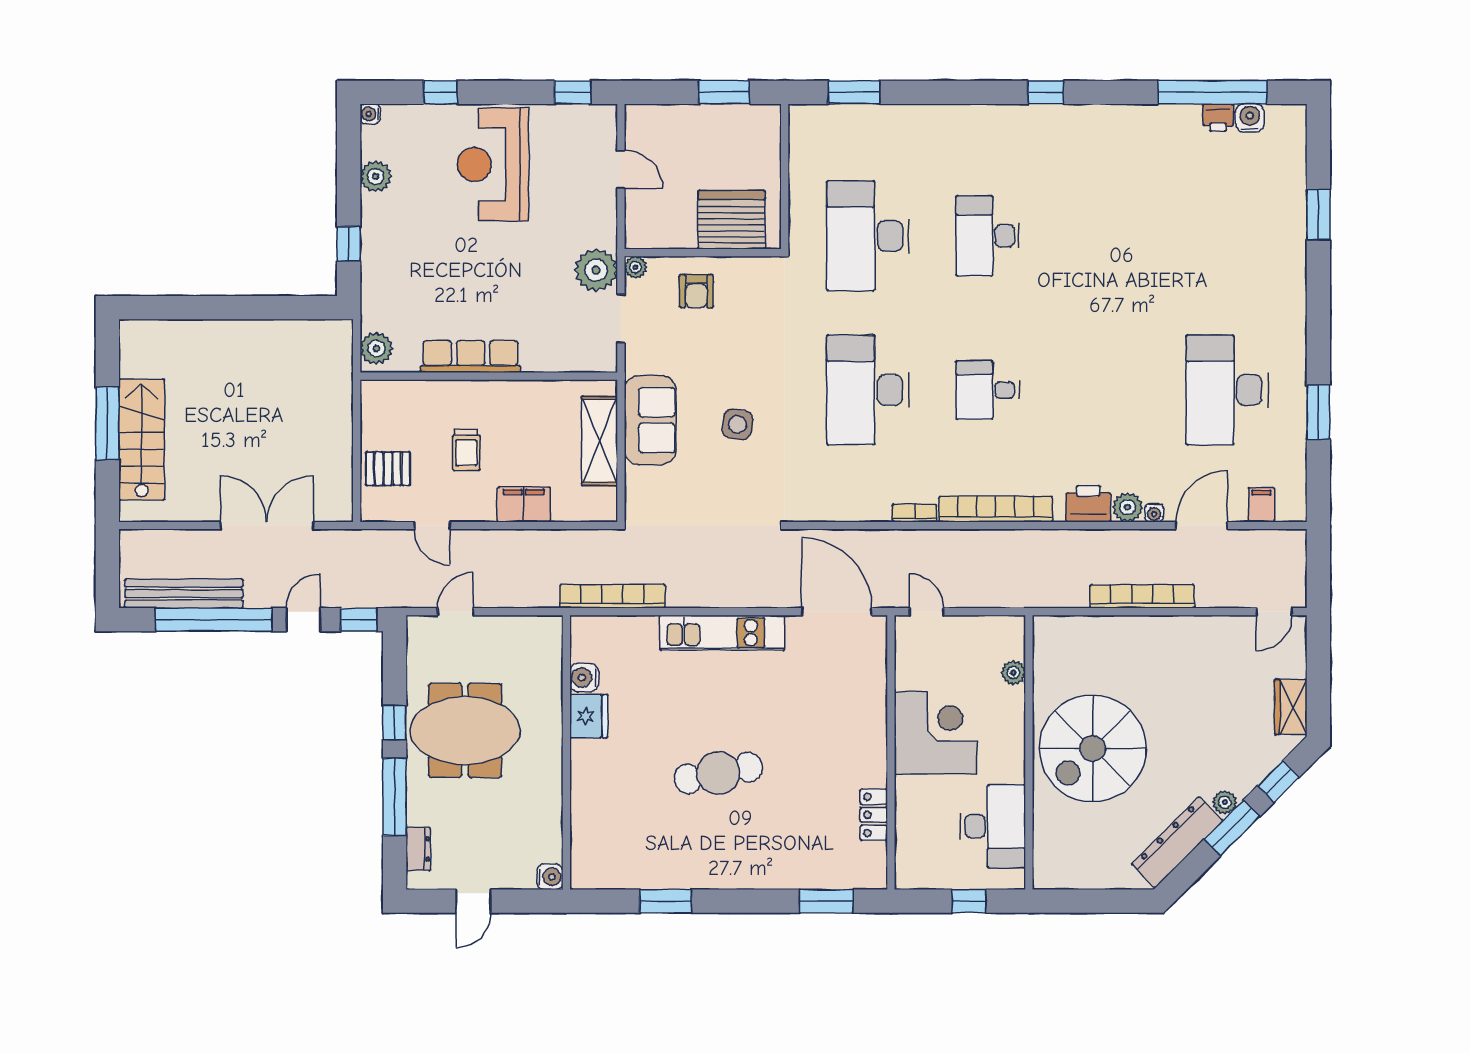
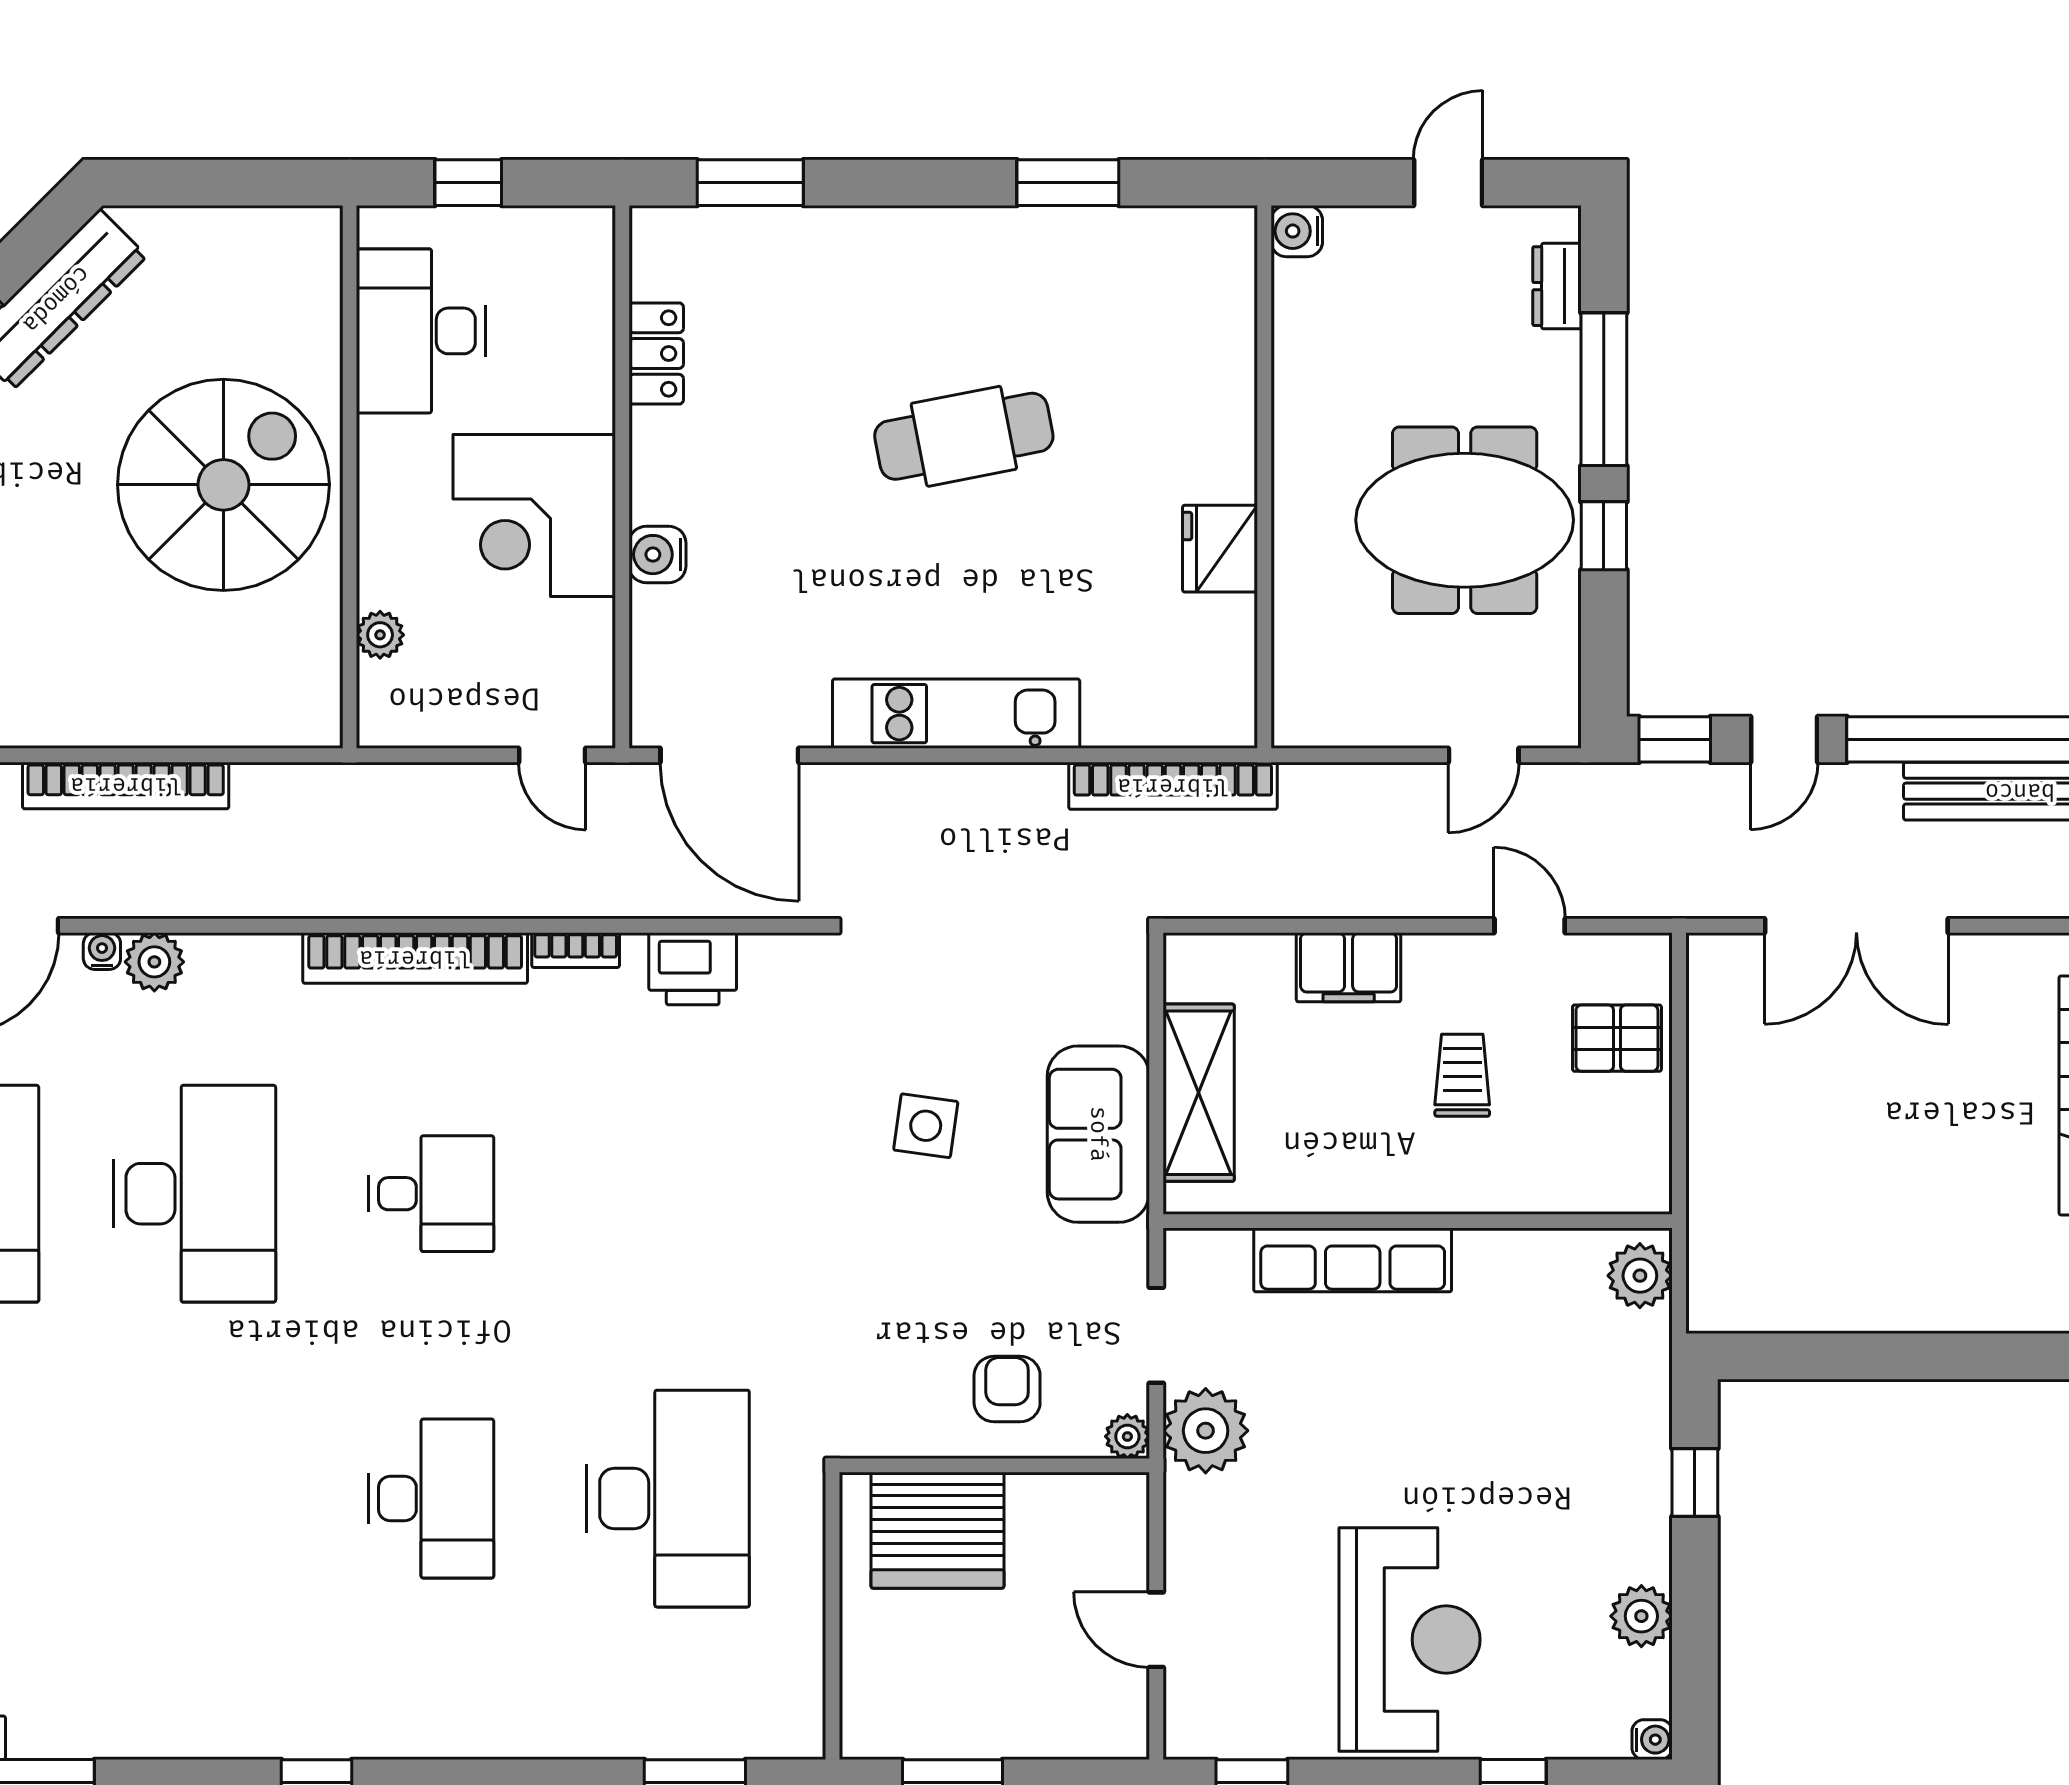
row of seats: (471, 356) -> (1353, 1260), moved
desk: (868, 390) -> (194, 1194), moved
printer: (1088, 504) -> (693, 969), moved
water cooler: (584, 678) -> (657, 555), moved, turned 180

